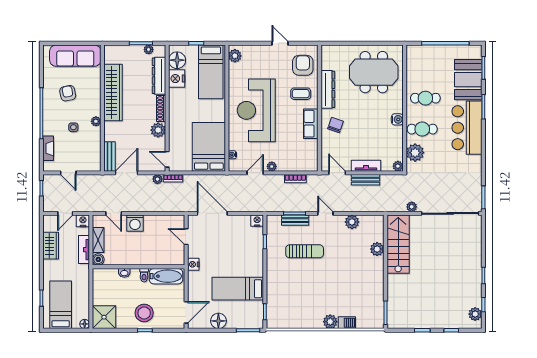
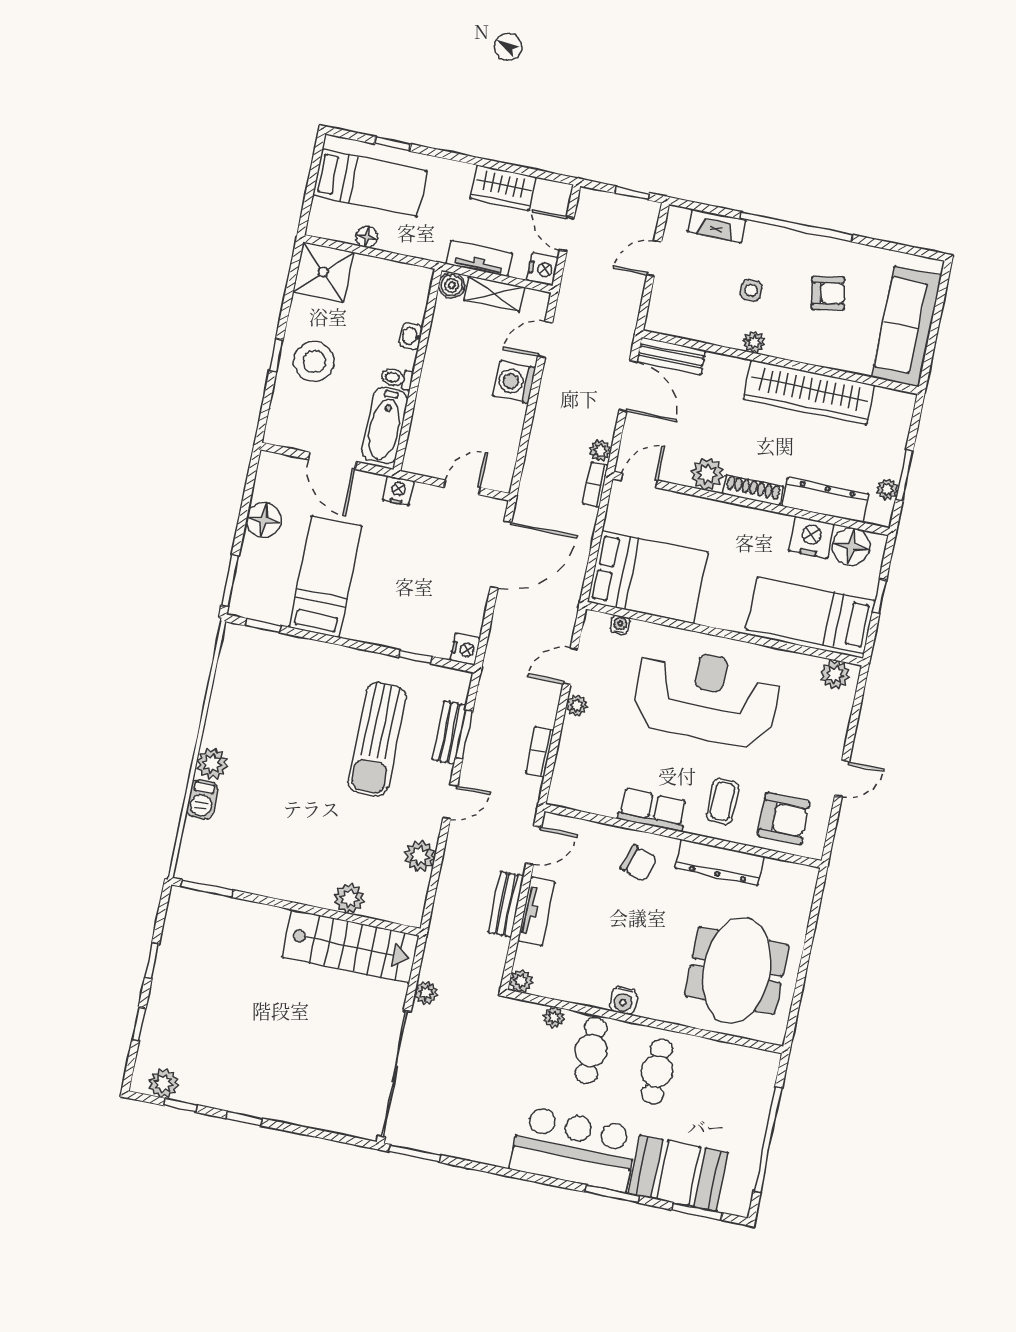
plant: (415, 153) -> (554, 1017), width x0.53, depth x0.53
door: (255, 173) -> (570, 667), swing flipped
sun lounger: (305, 251) -> (377, 739), width x1.36, depth x1.34
door: (186, 312) -> (332, 461), moved
floor lamp: (85, 324) -> (367, 237), moved

